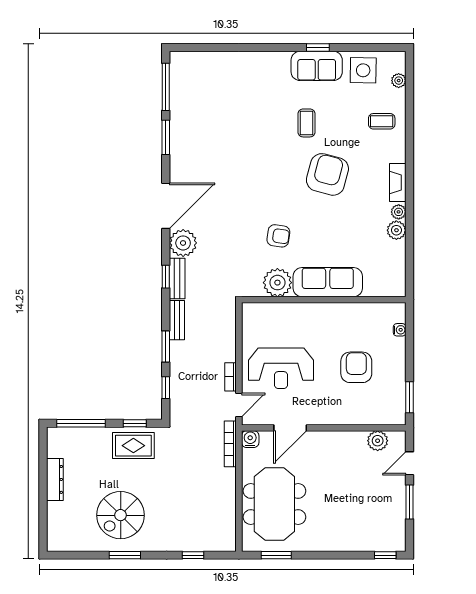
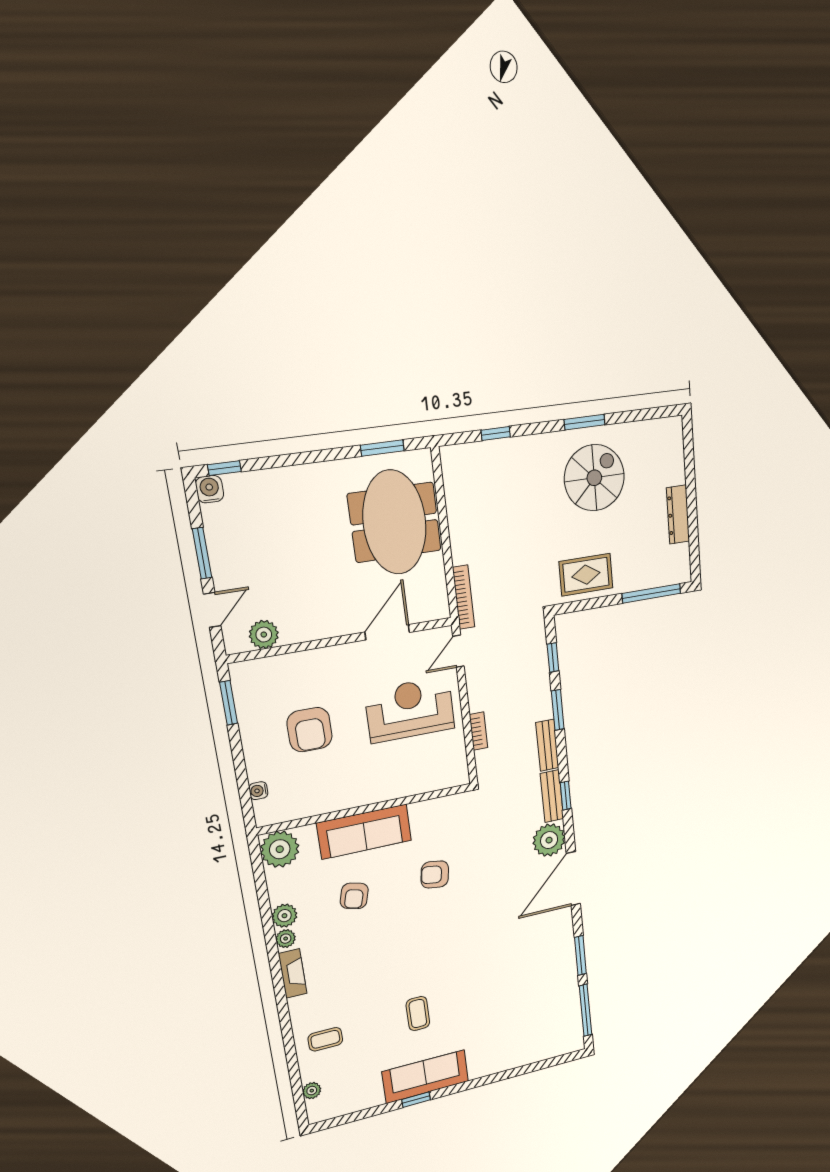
sofa: (317, 66) -> (425, 1077), width x1.36
side table: (363, 70) -> (358, 1090), removed
armchair: (327, 174) -> (354, 896), moved, width x0.53, depth x0.53
plant: (277, 283) -> (280, 849), moved
bookcase: (230, 377) -> (479, 731), moved
window: (135, 423) -> (587, 604), removed
water cooler: (250, 439) -> (210, 489), moved, turned 180

